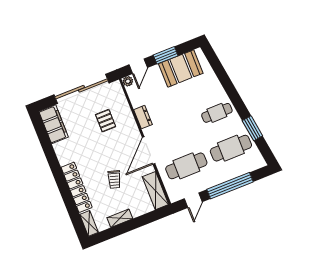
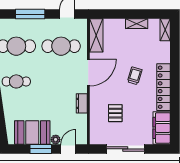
plant: (128, 81) -> (56, 140), moved
sliding door: (81, 89) -> (125, 149), width x0.73
trolley: (114, 179) -> (135, 76), moved
window: (230, 186) -> (30, 14), width x0.68
locker: (77, 187) -> (163, 87), moved

